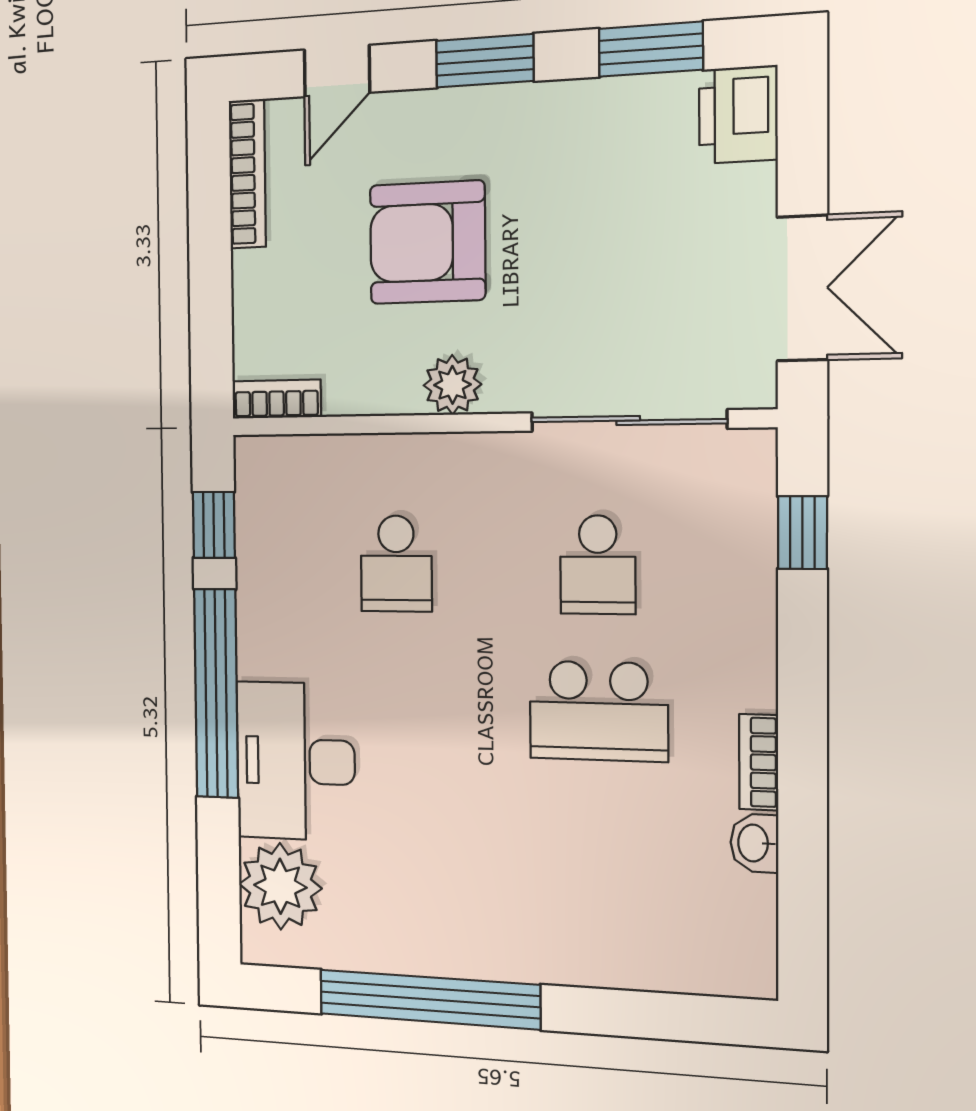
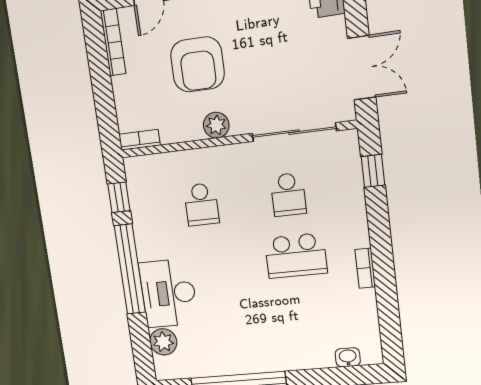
armchair: (427, 242) -> (197, 64), turned -90
washbasin: (754, 843) -> (348, 357), moved, turned 90
plant: (280, 886) -> (163, 342), width x0.73, depth x0.73

